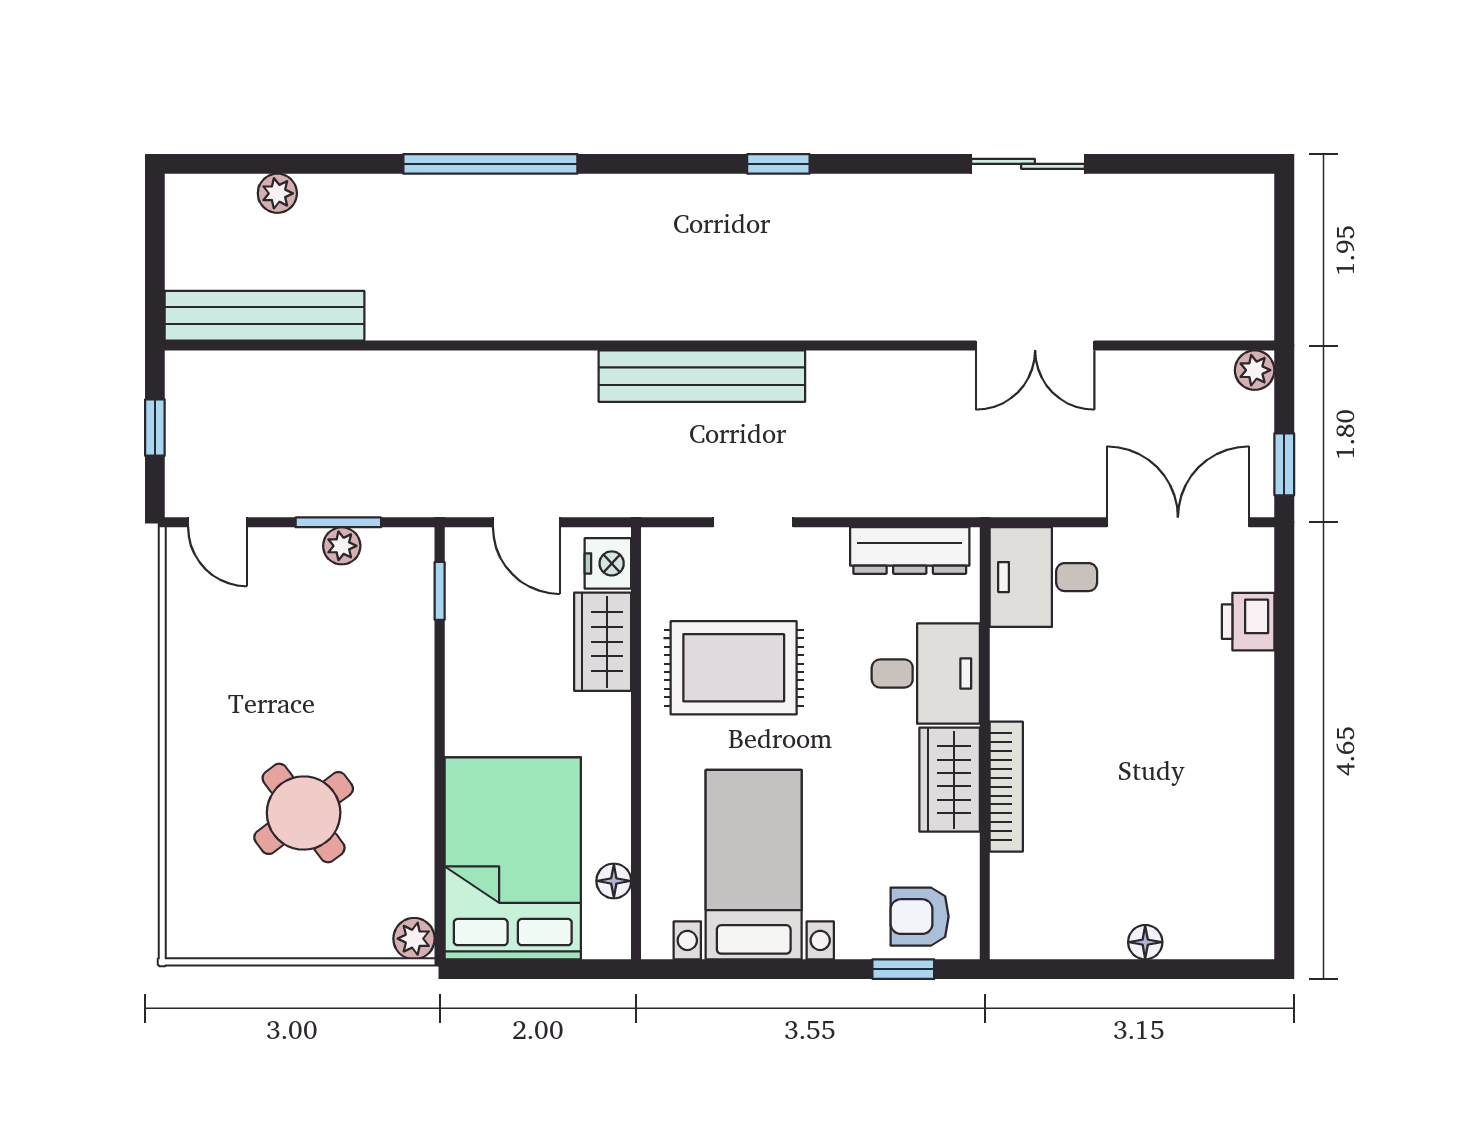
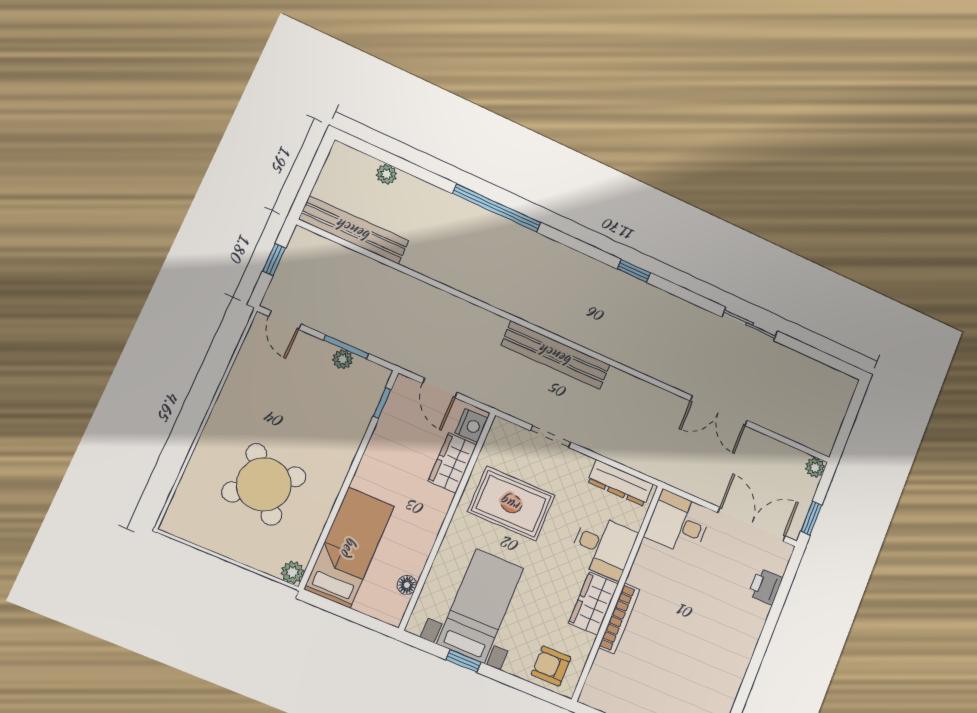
round table: (304, 813) -> (264, 484), width x1.36, depth x1.36
bed: (513, 858) -> (349, 547), width x0.67
window: (903, 969) -> (463, 661), moved

